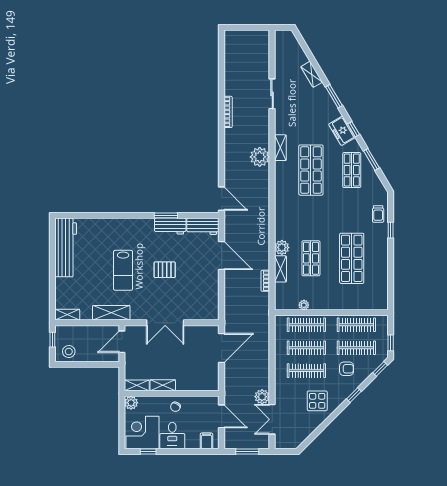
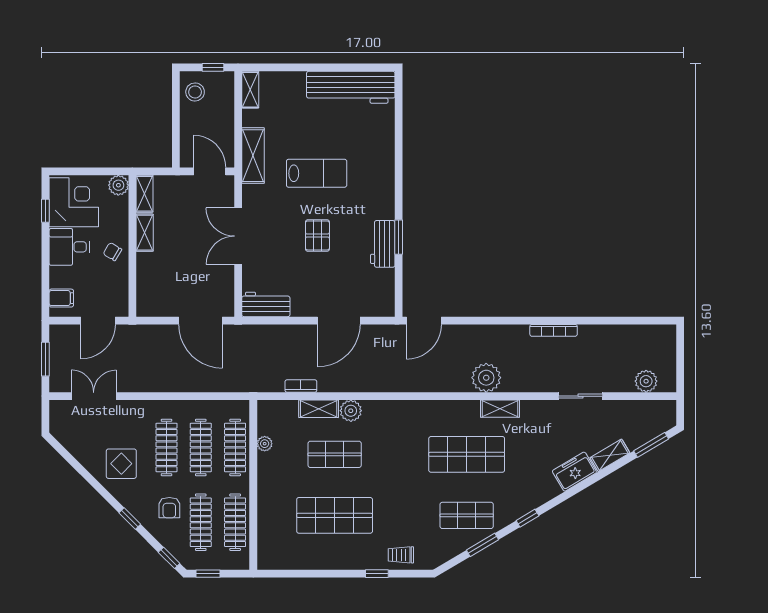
window: (334, 96) -> (651, 445), moved
freezer: (342, 131) -> (574, 472), moved
workbench: (203, 226) -> (266, 304), moved, turned 90
lab bench: (123, 270) -> (317, 173), turned 180
plant: (262, 397) -> (646, 381), moved

